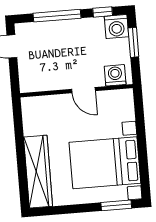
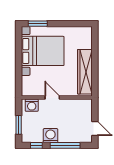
washing machine: (116, 27) -> (50, 136), moved
wardrobe: (38, 172) -> (85, 72), moved

